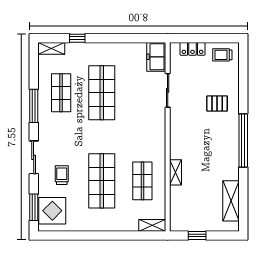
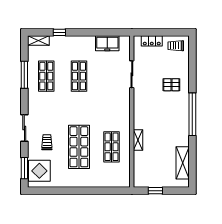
freezer: (156, 57) -> (107, 43), moved, turned -90
shop shelf: (102, 93) -> (79, 76), width x0.70, depth x0.74
window: (34, 106) -> (24, 75), moved
shelving: (152, 225) -> (119, 182), removed

